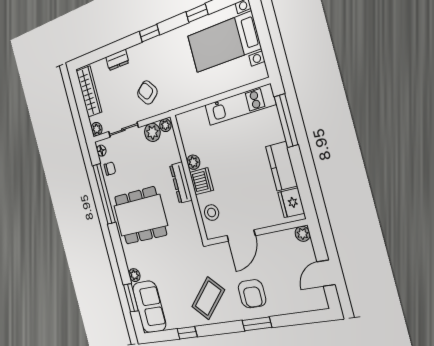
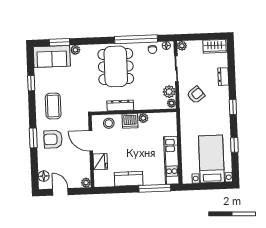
wardrobe: (89, 92) -> (214, 46), width x0.67
dresser: (181, 183) -> (120, 106), moved
fridge: (291, 203) -> (100, 162), moved, turned 90
coffee table: (208, 298) -> (53, 106), turned 45
floor lamp: (308, 303) -> (44, 176), added

